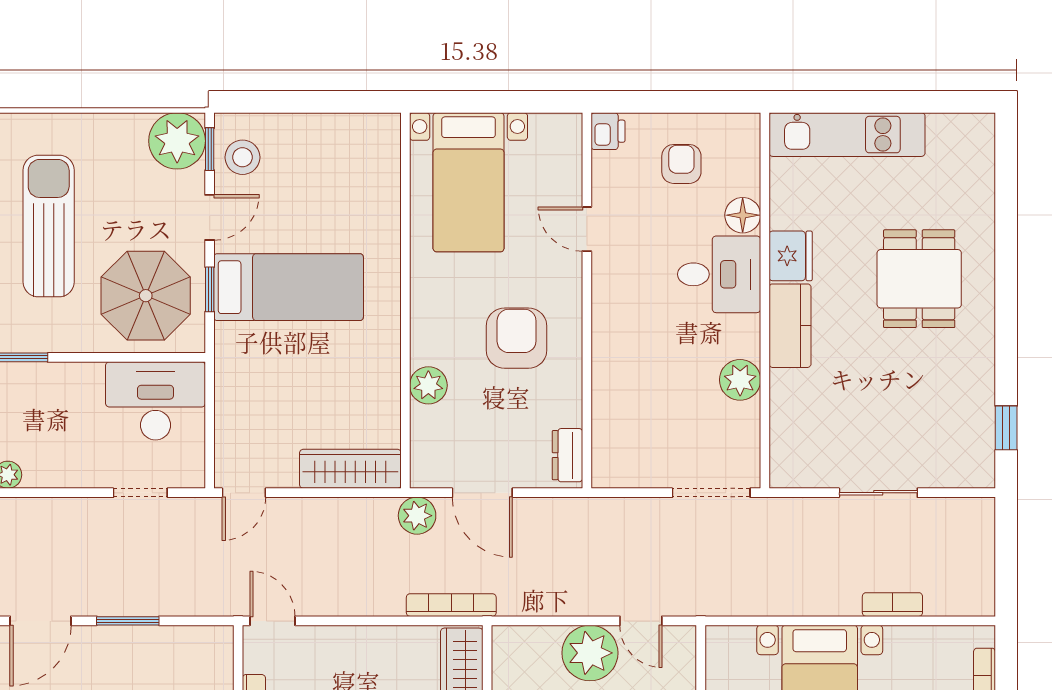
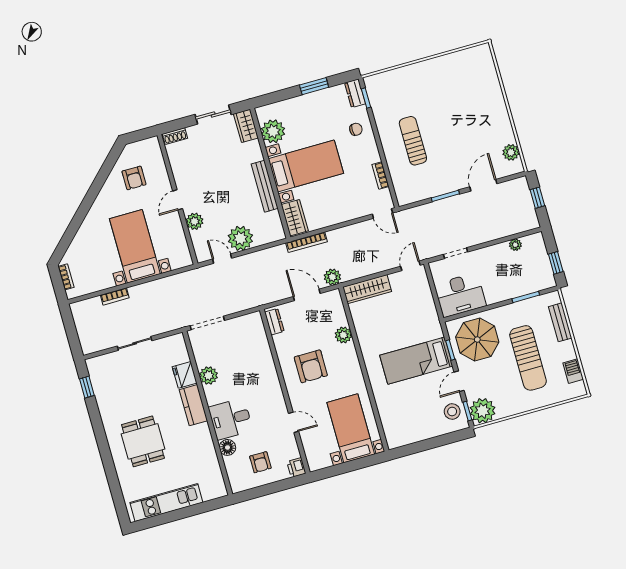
kitchen unit: (847, 135) -> (166, 502), moved
fridge: (791, 256) -> (185, 375), moved

